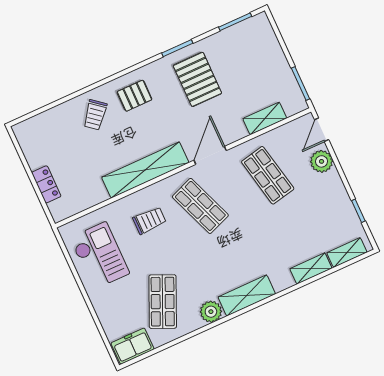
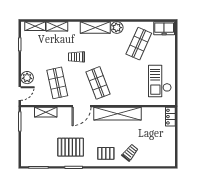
pallet: (197, 79) -> (71, 147), turned 90
locker: (46, 184) -> (170, 117), moved
trolley: (149, 220) -> (77, 57), moved

